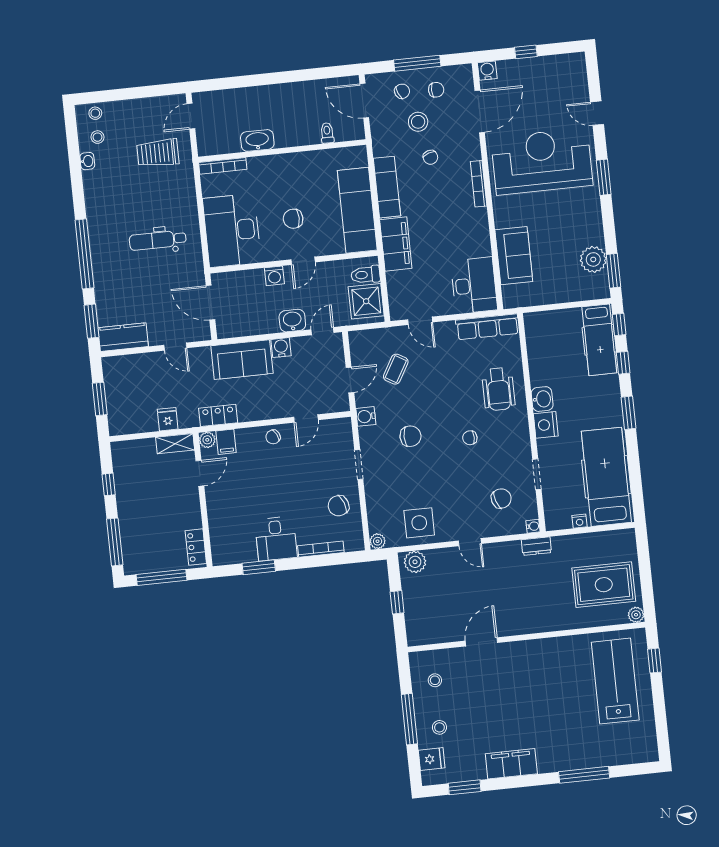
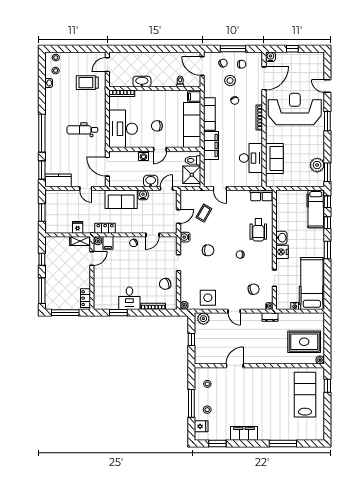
filing cabinet: (356, 158) -> (194, 97), added
desk: (474, 285) -> (251, 158), moved
row of seats: (487, 327) -> (261, 195), width x0.68

